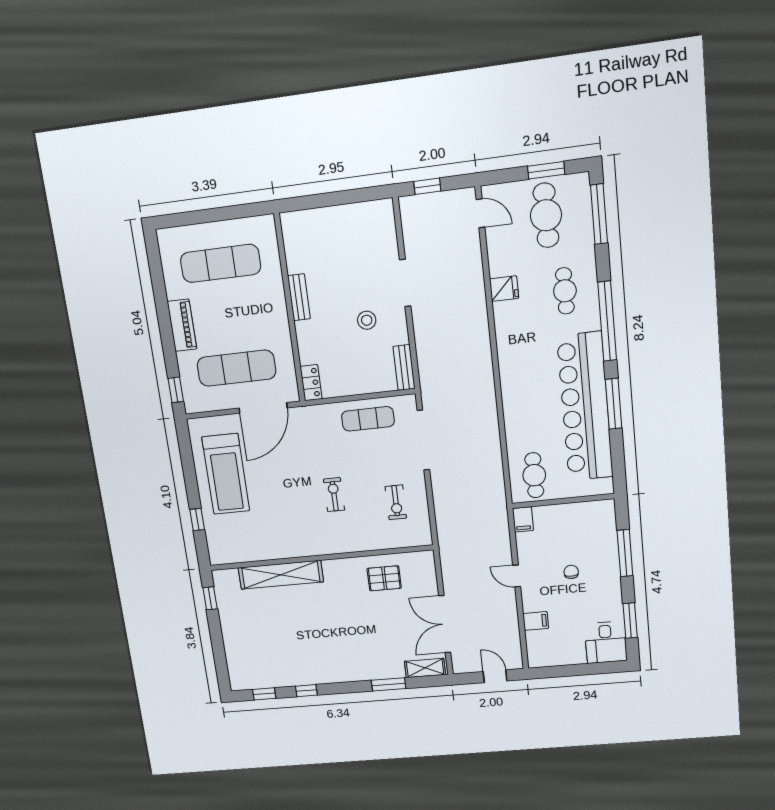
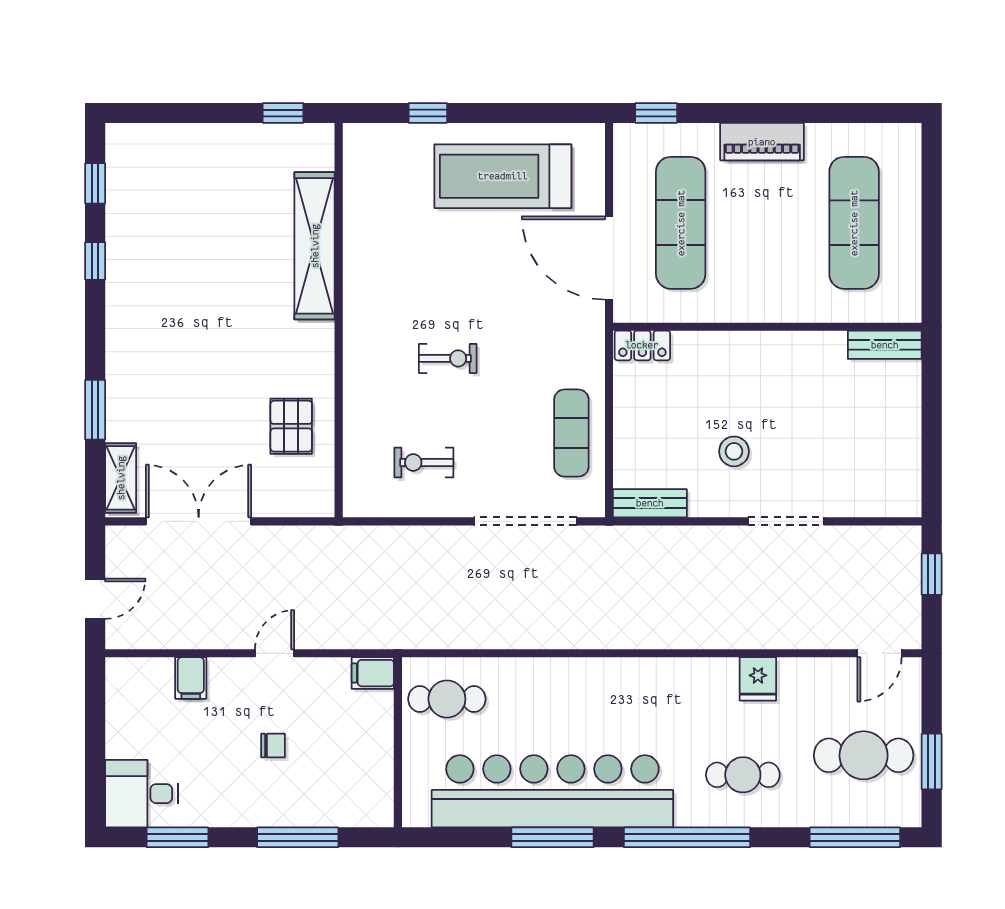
bench: (299, 297) -> (885, 345), moved

